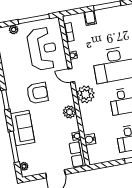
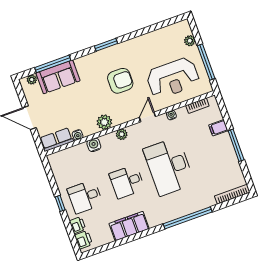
armchair: (37, 93) -> (120, 81), turned -90
plant: (85, 94) -> (122, 134), width x0.53, depth x0.53
sofa: (23, 128) -> (58, 77), moved
water cooler: (90, 139) -> (94, 145), moved

